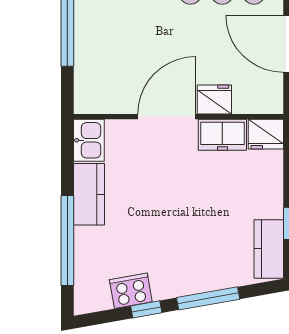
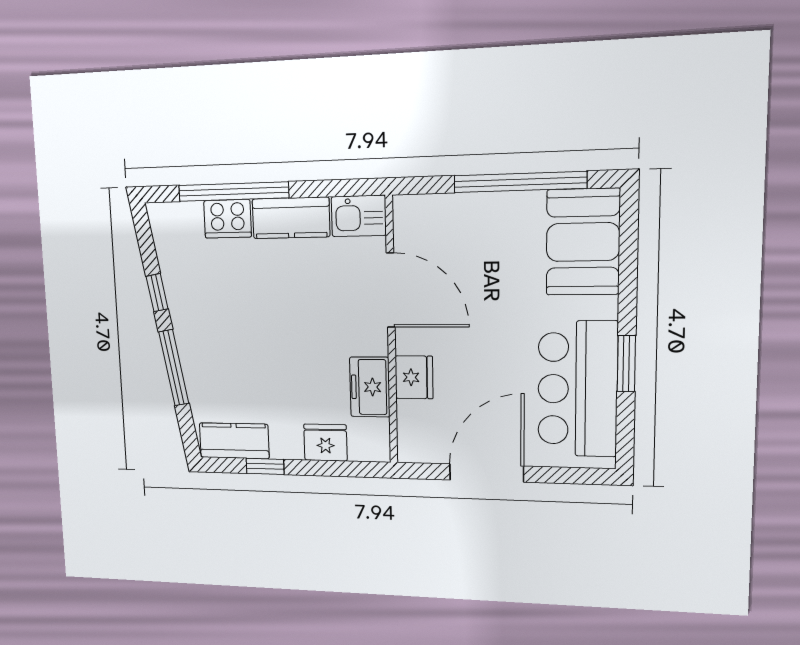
door: (167, 117) -> (391, 290), moved
fridge: (266, 134) -> (325, 443), moved, turned 90
cooker: (131, 291) -> (228, 219), moved, turned 100

